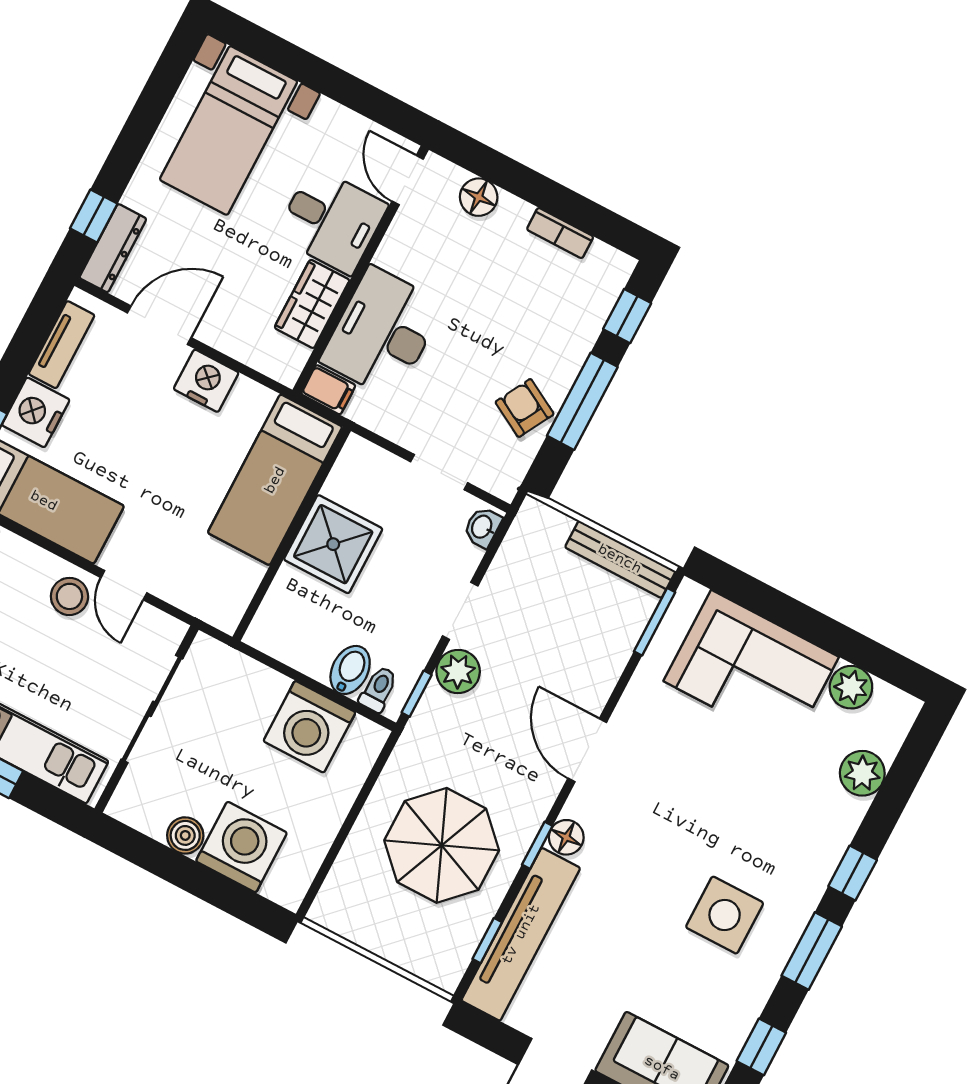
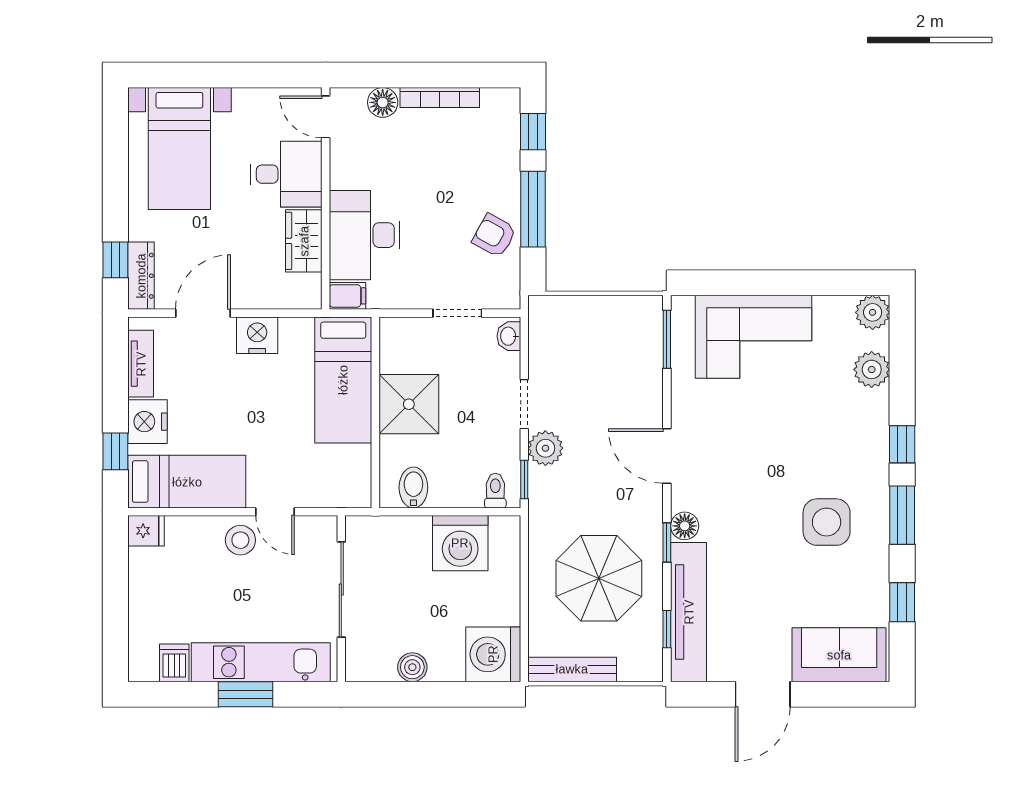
bookcase: (560, 233) -> (440, 98), width x1.56
bench: (620, 559) -> (572, 669), moved
bidet: (350, 670) -> (413, 487), moved
plant: (851, 687) -> (873, 312), moved
washing machine: (241, 847) -> (493, 654), moved, turned -90

